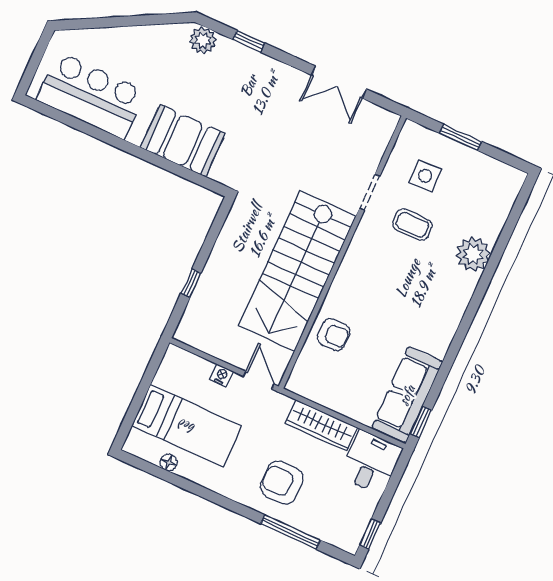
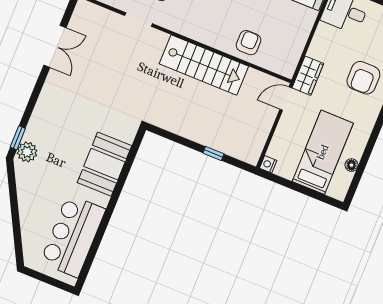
window: (249, 41) -> (18, 138), moved
stairs: (297, 271) -> (204, 65), width x0.73, depth x0.66
nightstand: (222, 375) -> (268, 164), moved
wardrobe: (321, 426) -> (308, 76), moved, width x0.67

